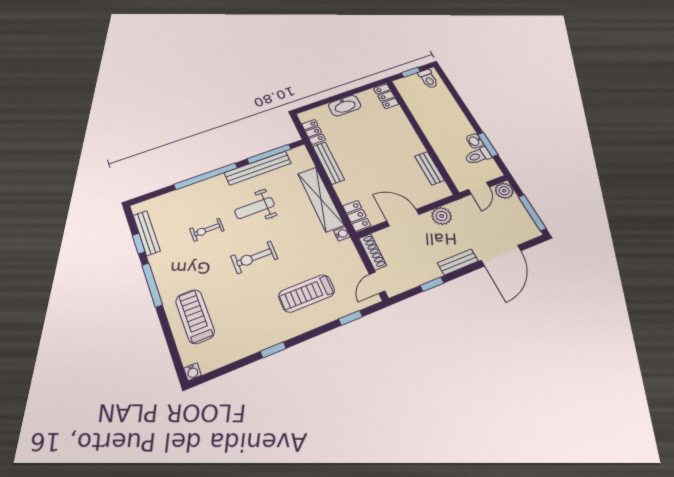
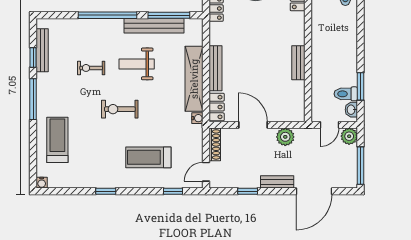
washbasin: (475, 141) -> (351, 110), moved
bench: (328, 163) -> (216, 68), moved
bench: (430, 168) -> (298, 63), moved

